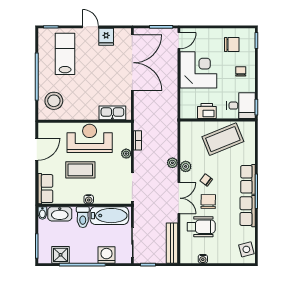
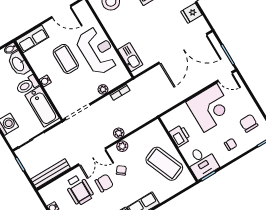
chair: (232, 45) -> (249, 123), turned 180

